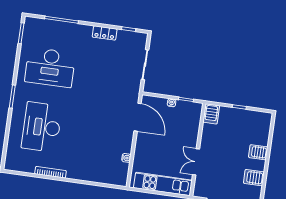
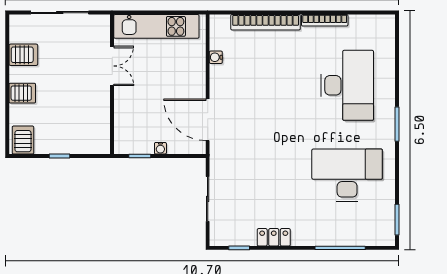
server rack: (211, 114) -> (23, 140), moved
bookcase: (90, 177) -> (266, 22), added

